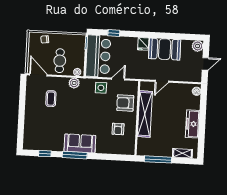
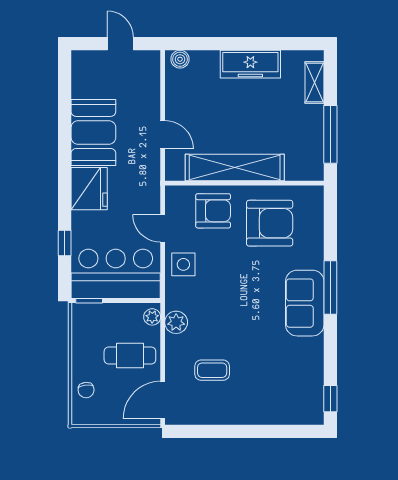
fridge: (143, 44) -> (89, 189), width x1.88, depth x1.34
plant: (198, 46) -> (83, 62), removed
armchair: (125, 103) -> (213, 211), turned -90
armchair: (118, 129) -> (270, 223), width x1.88, depth x1.88
window: (45, 154) -> (330, 399), moved
window: (75, 155) -> (330, 288), moved

